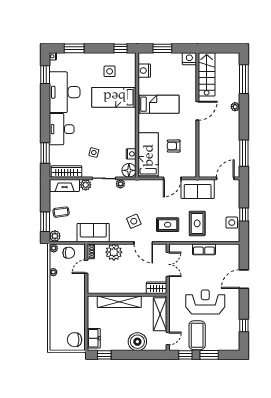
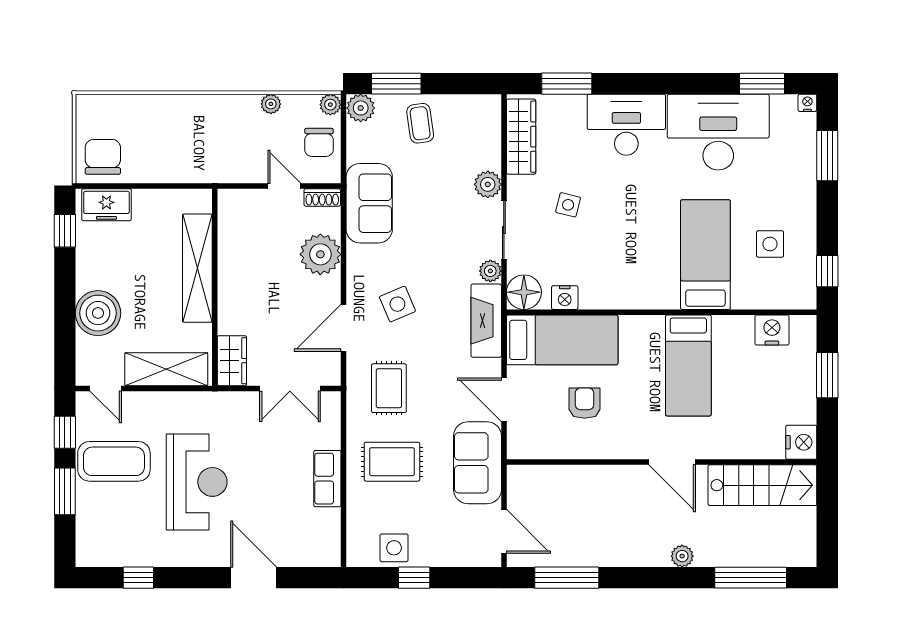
fireplace: (65, 186) -> (486, 321), moved

